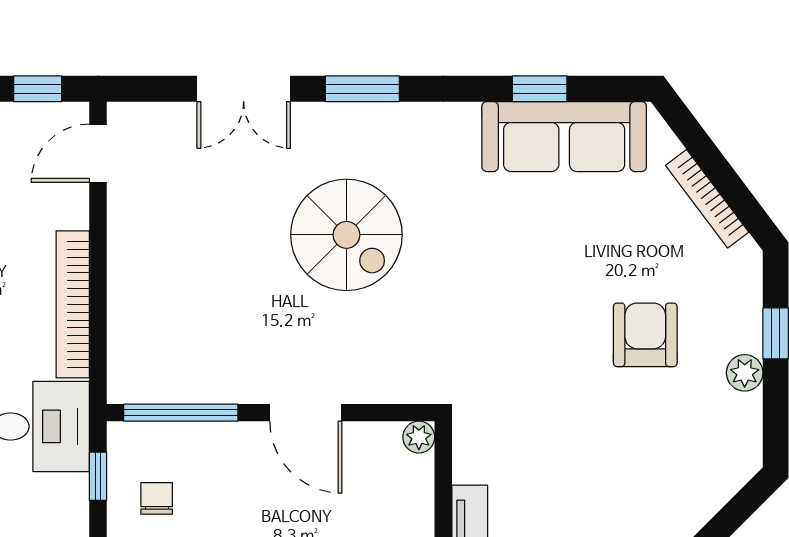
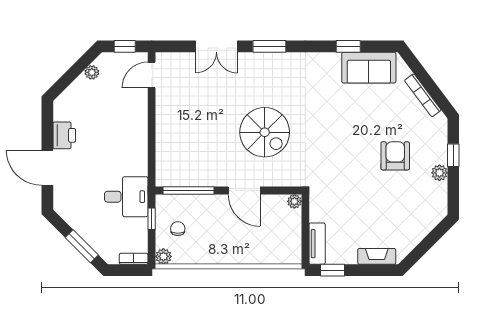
sofa: (564, 137) -> (369, 68), width x0.73
spiral stairs: (346, 235) -> (265, 132), moved
bookcase: (73, 304) -> (140, 142), removed

